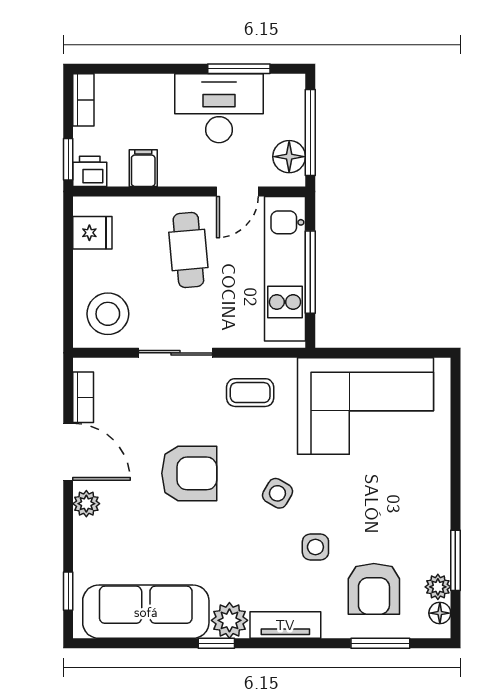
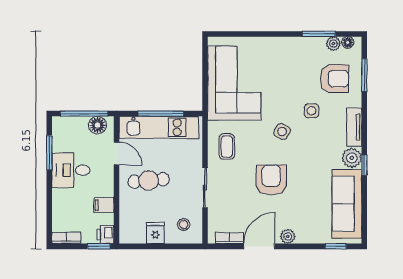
desk: (219, 108) -> (71, 170), width x0.73
fridge: (92, 233) -> (155, 233), moved
stool: (108, 314) -> (184, 225), width x0.53, depth x0.53

